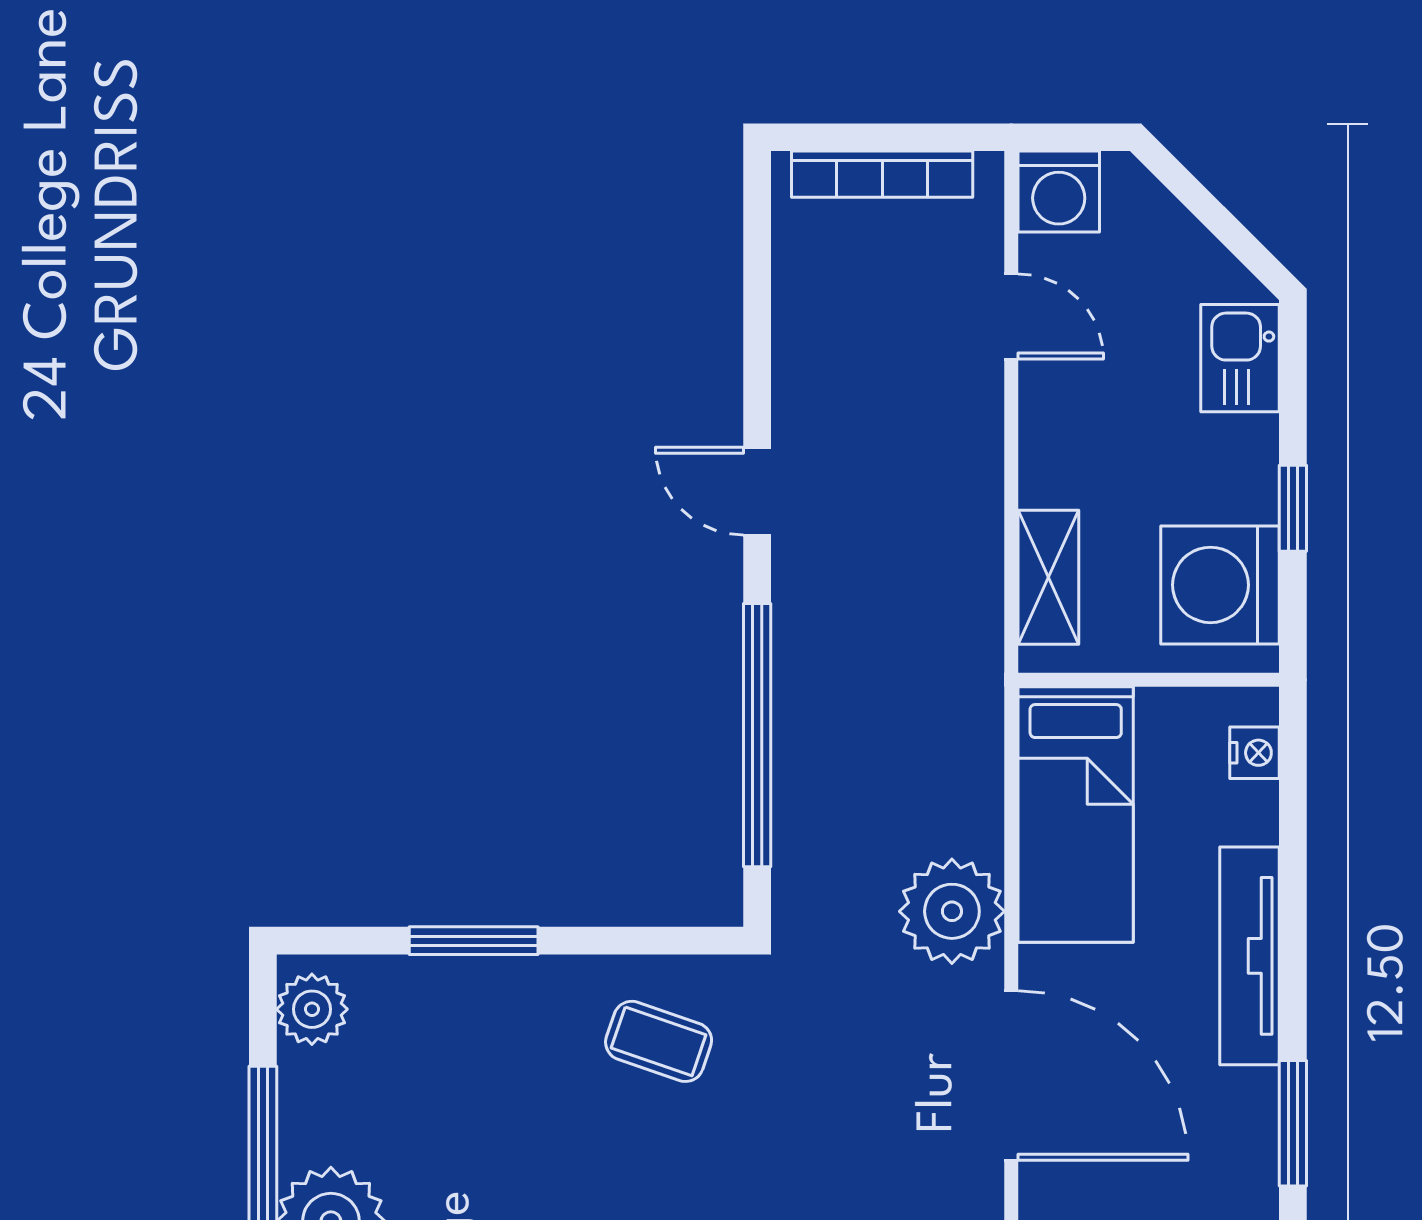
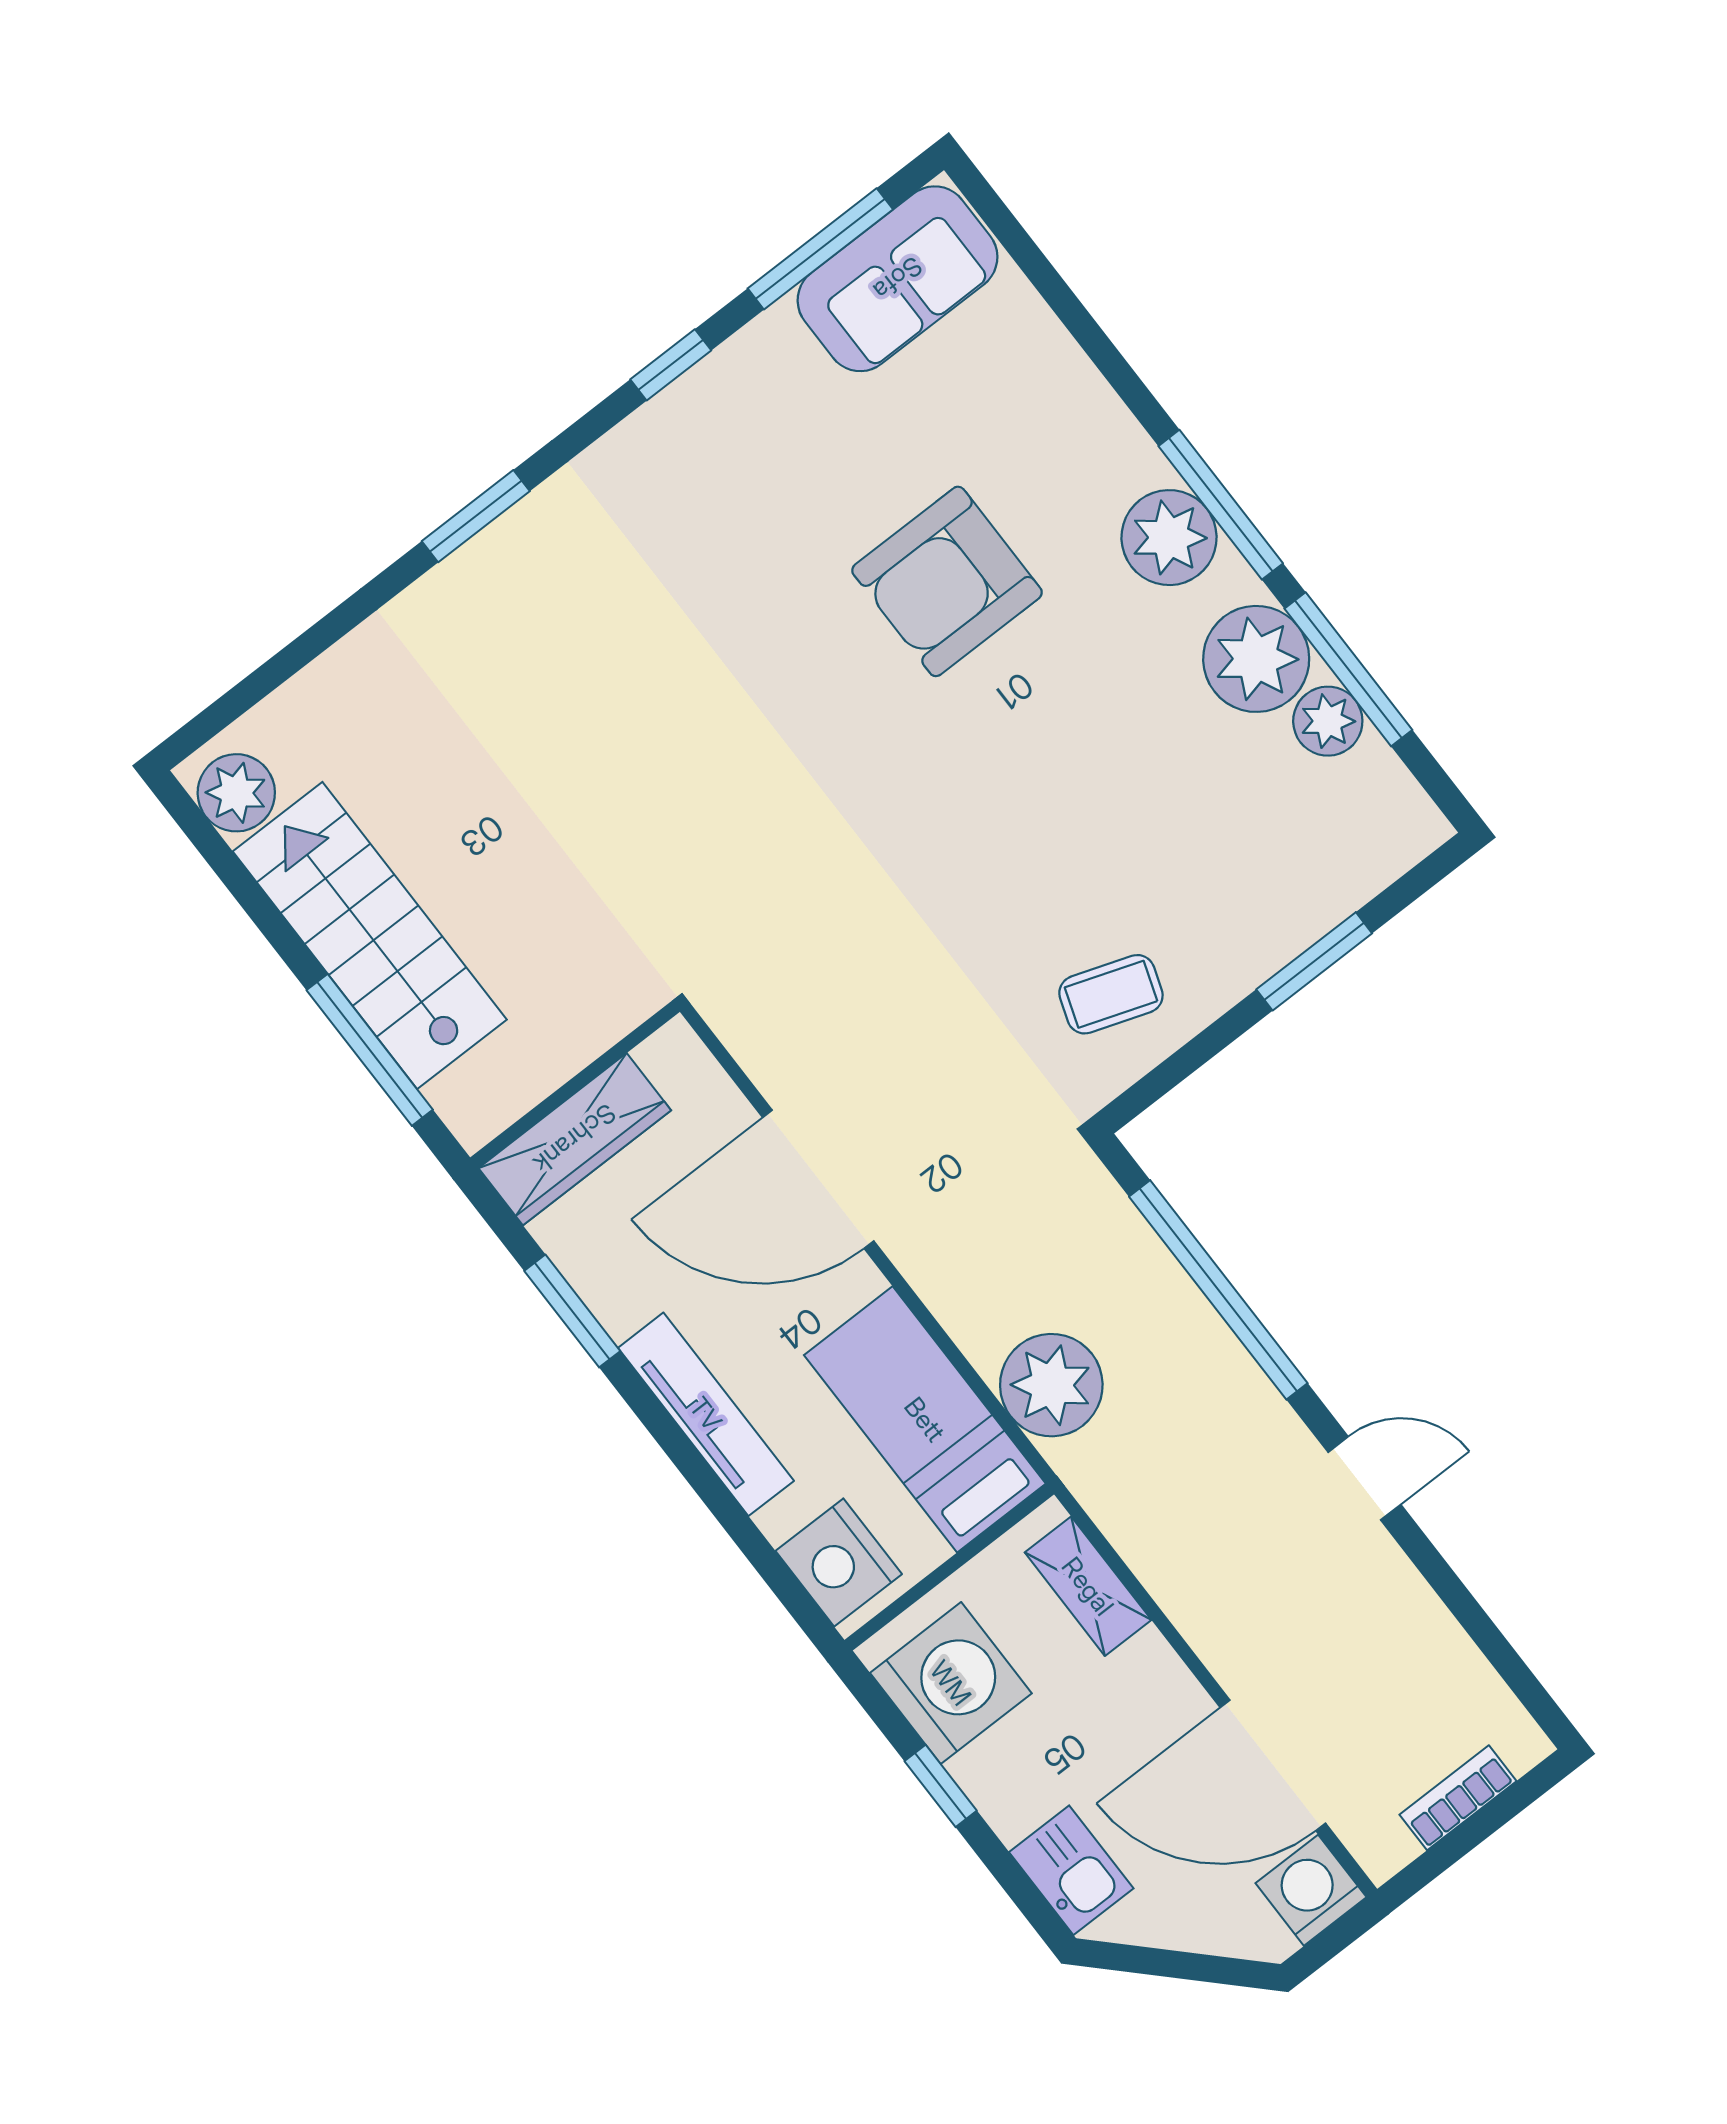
bookcase: (882, 174) -> (1458, 1798), width x0.64
door: (1011, 316) -> (1273, 1765), width x1.88
nightstand: (1255, 753) -> (839, 1562), width x1.89, depth x1.79
plant: (952, 911) -> (1051, 1385), moved
plant: (312, 1009) -> (1328, 721), moved

